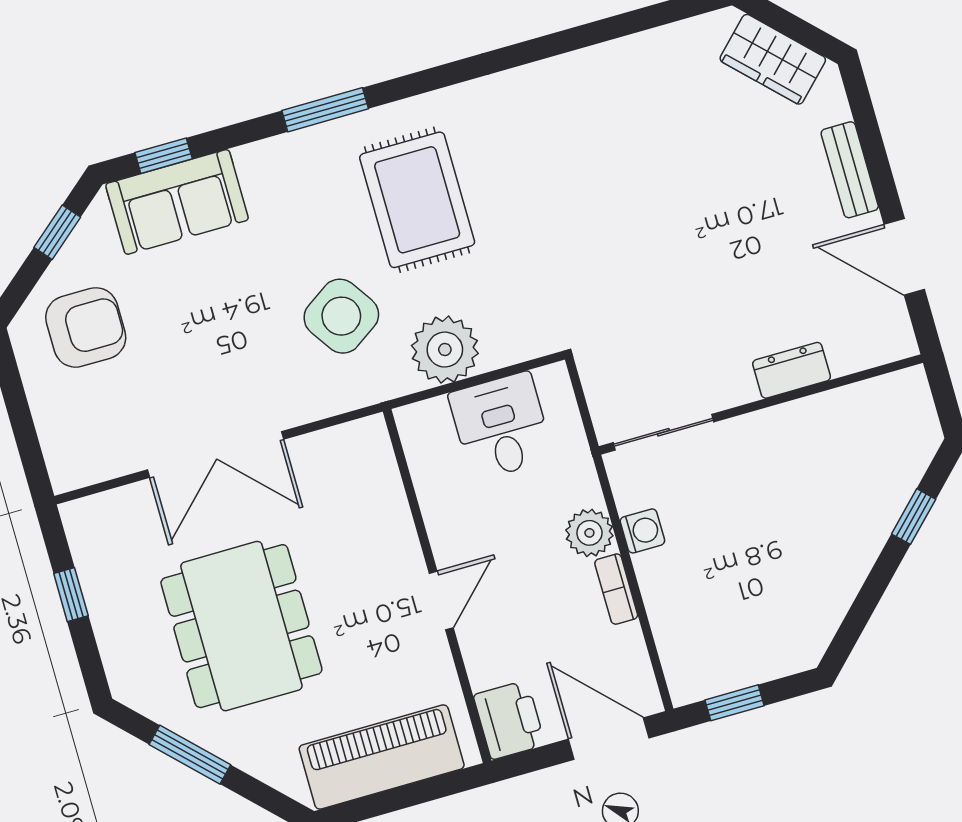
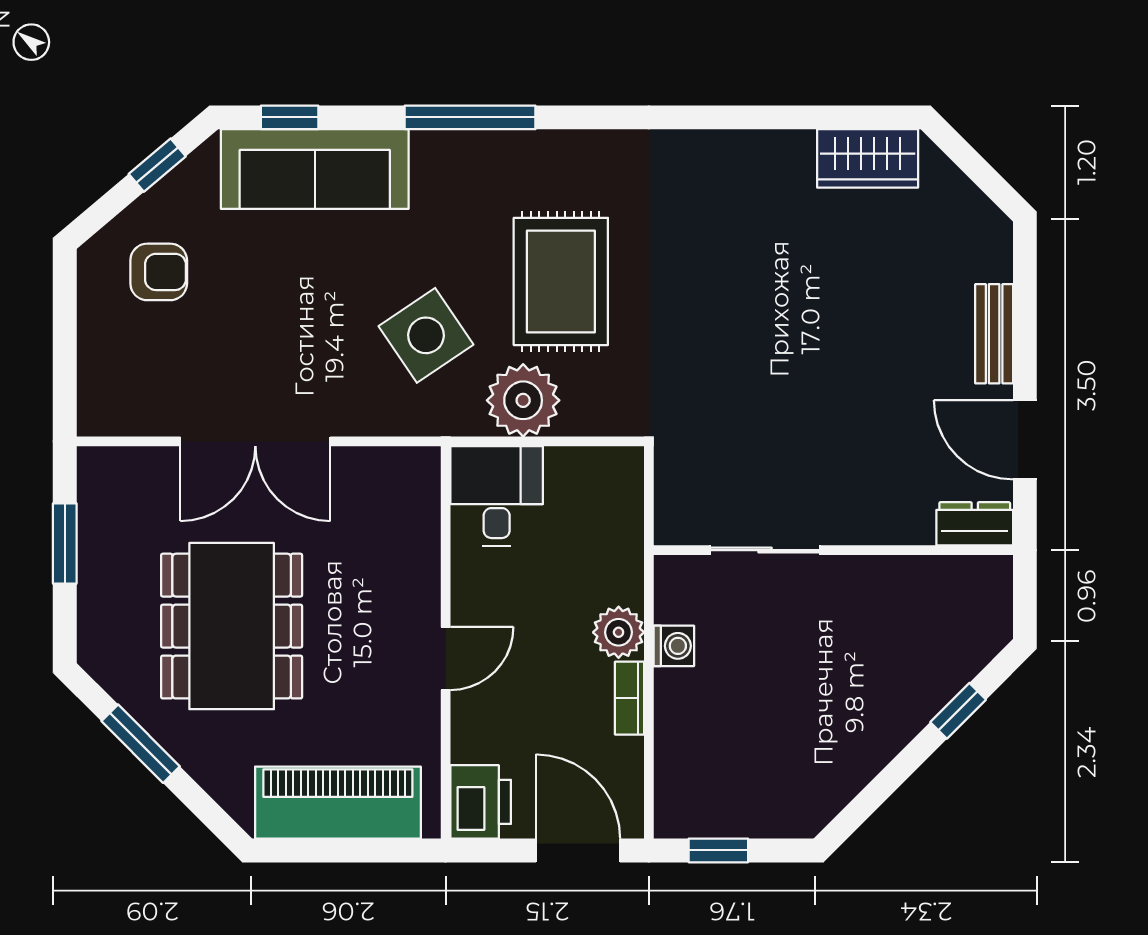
wardrobe: (773, 59) -> (868, 158), moved, turned -45
window: (325, 110) -> (470, 117), width x1.44
rug: (417, 200) -> (561, 281), moved
sofa: (177, 202) -> (315, 169), width x1.36
armchair: (86, 327) -> (159, 272), width x0.72, depth x0.72
dresser: (792, 370) -> (975, 524), moved
desk: (501, 426) -> (497, 496), moved
sliding door: (663, 432) -> (765, 550), moved
window: (71, 595) -> (65, 544), width x1.50

